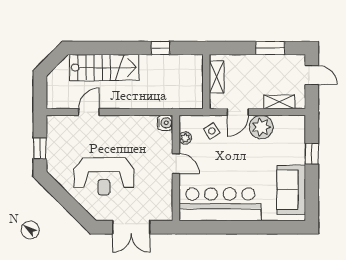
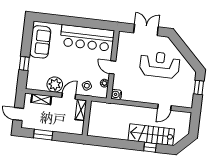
window: (160, 48) -> (150, 147), moved
shelving: (217, 77) -> (81, 110), moved

